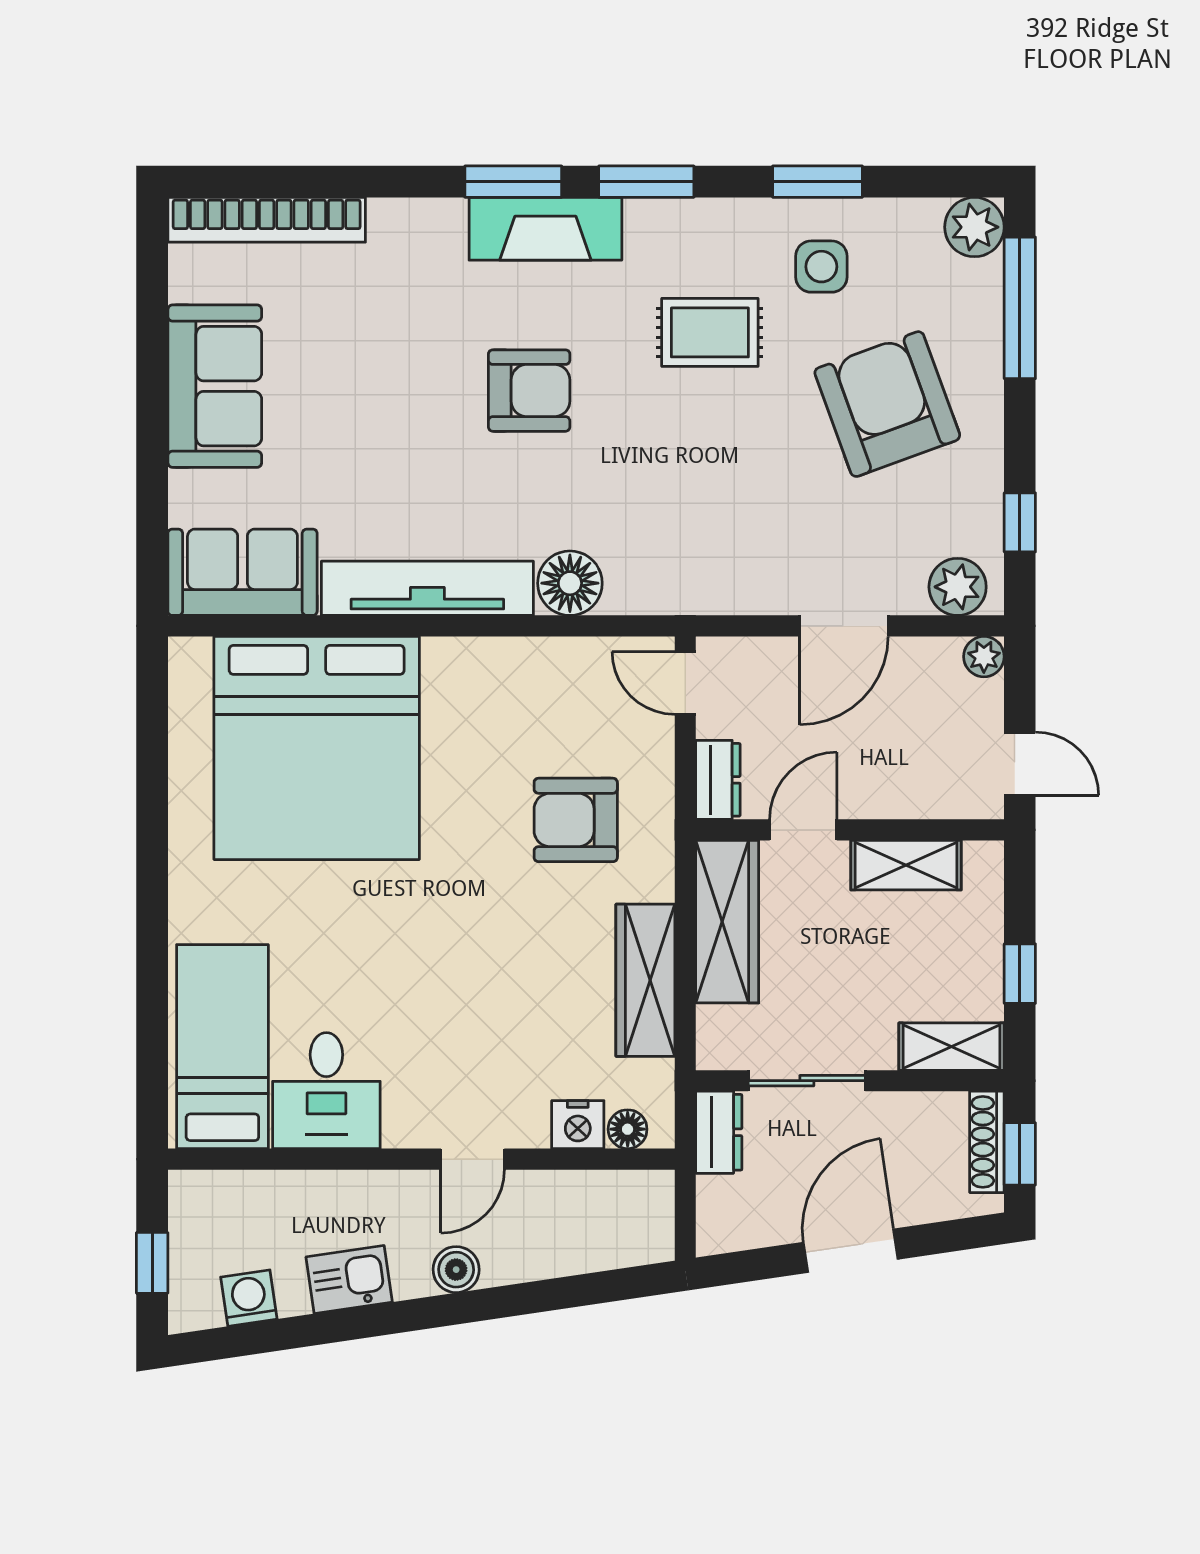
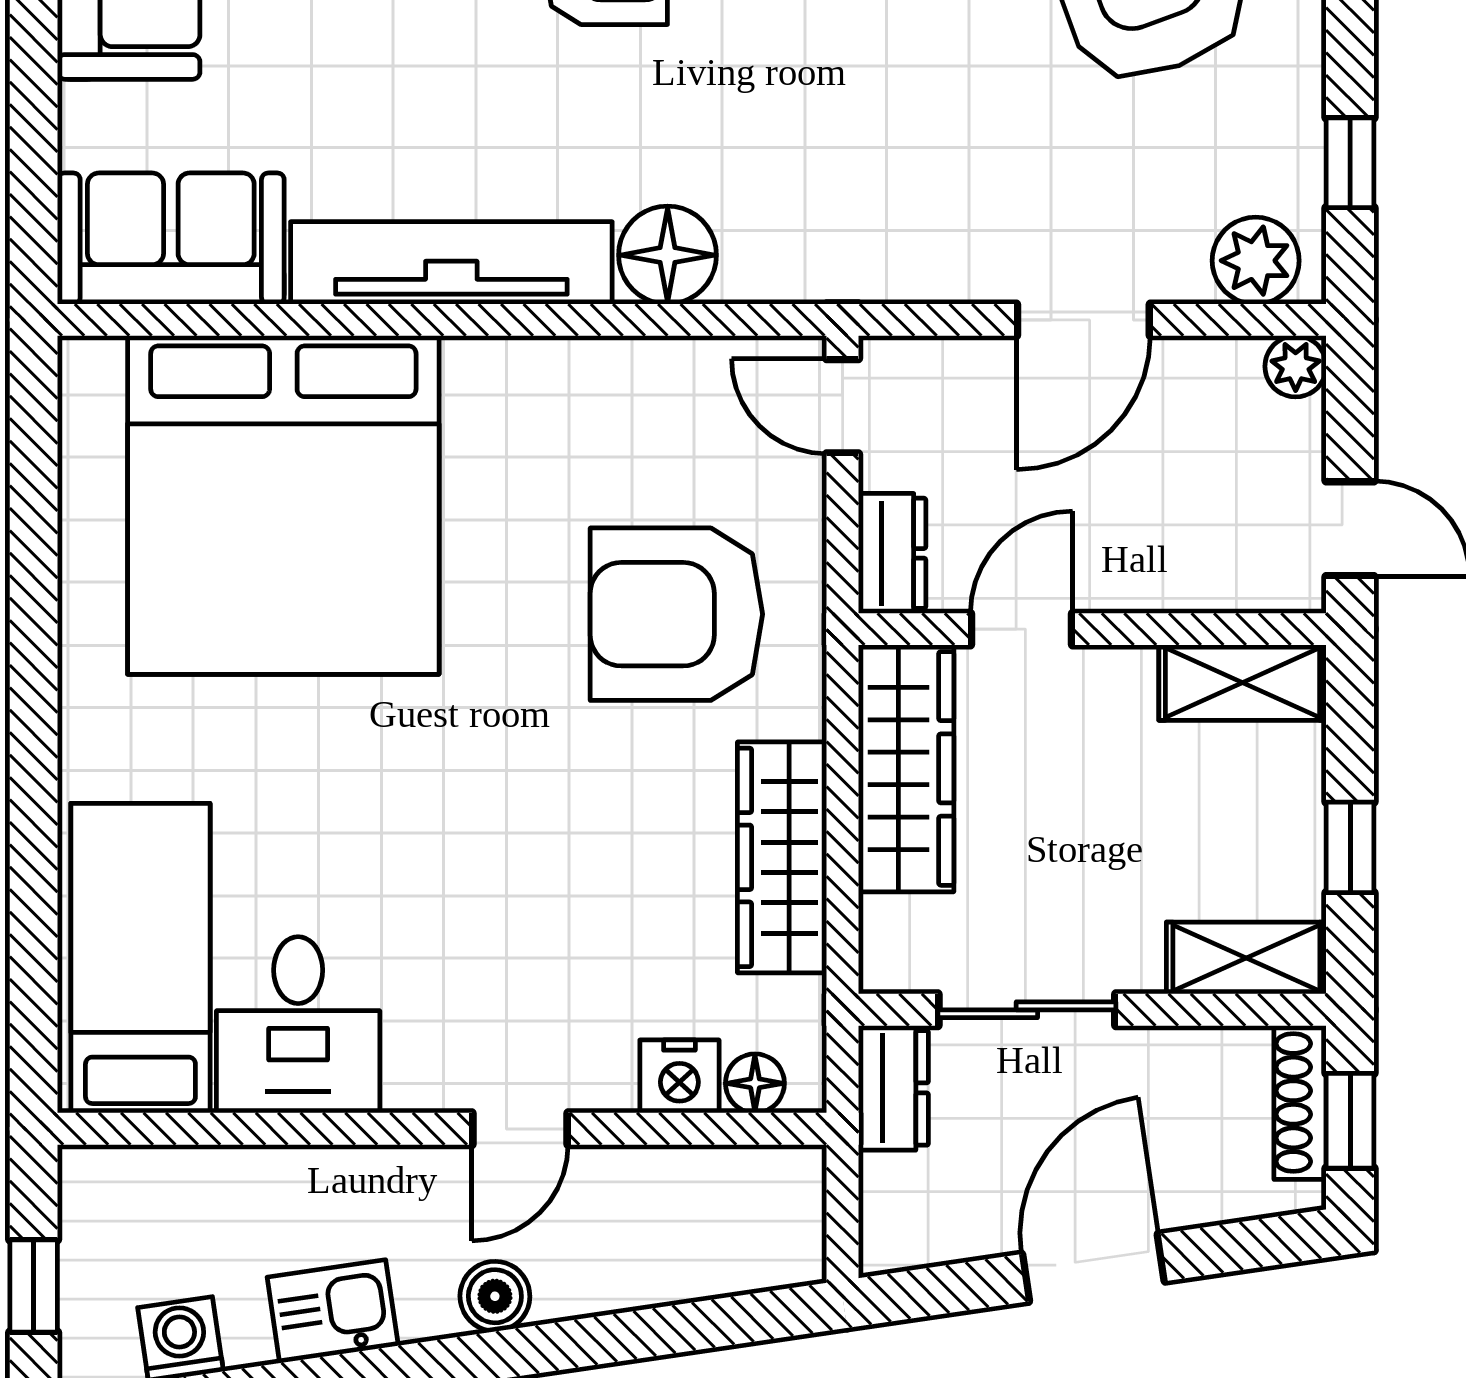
armchair: (576, 820) -> (676, 614), width x1.36, depth x1.36
shelving: (906, 865) -> (1243, 683), moved

